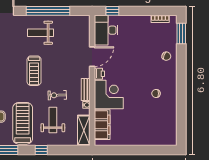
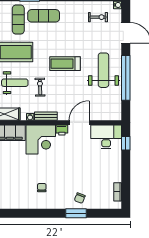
weight bench: (40, 33) -> (103, 70), width x1.36, depth x1.33
window: (181, 33) -> (76, 213), moved
door: (92, 57) -> (79, 123), swing flipped

